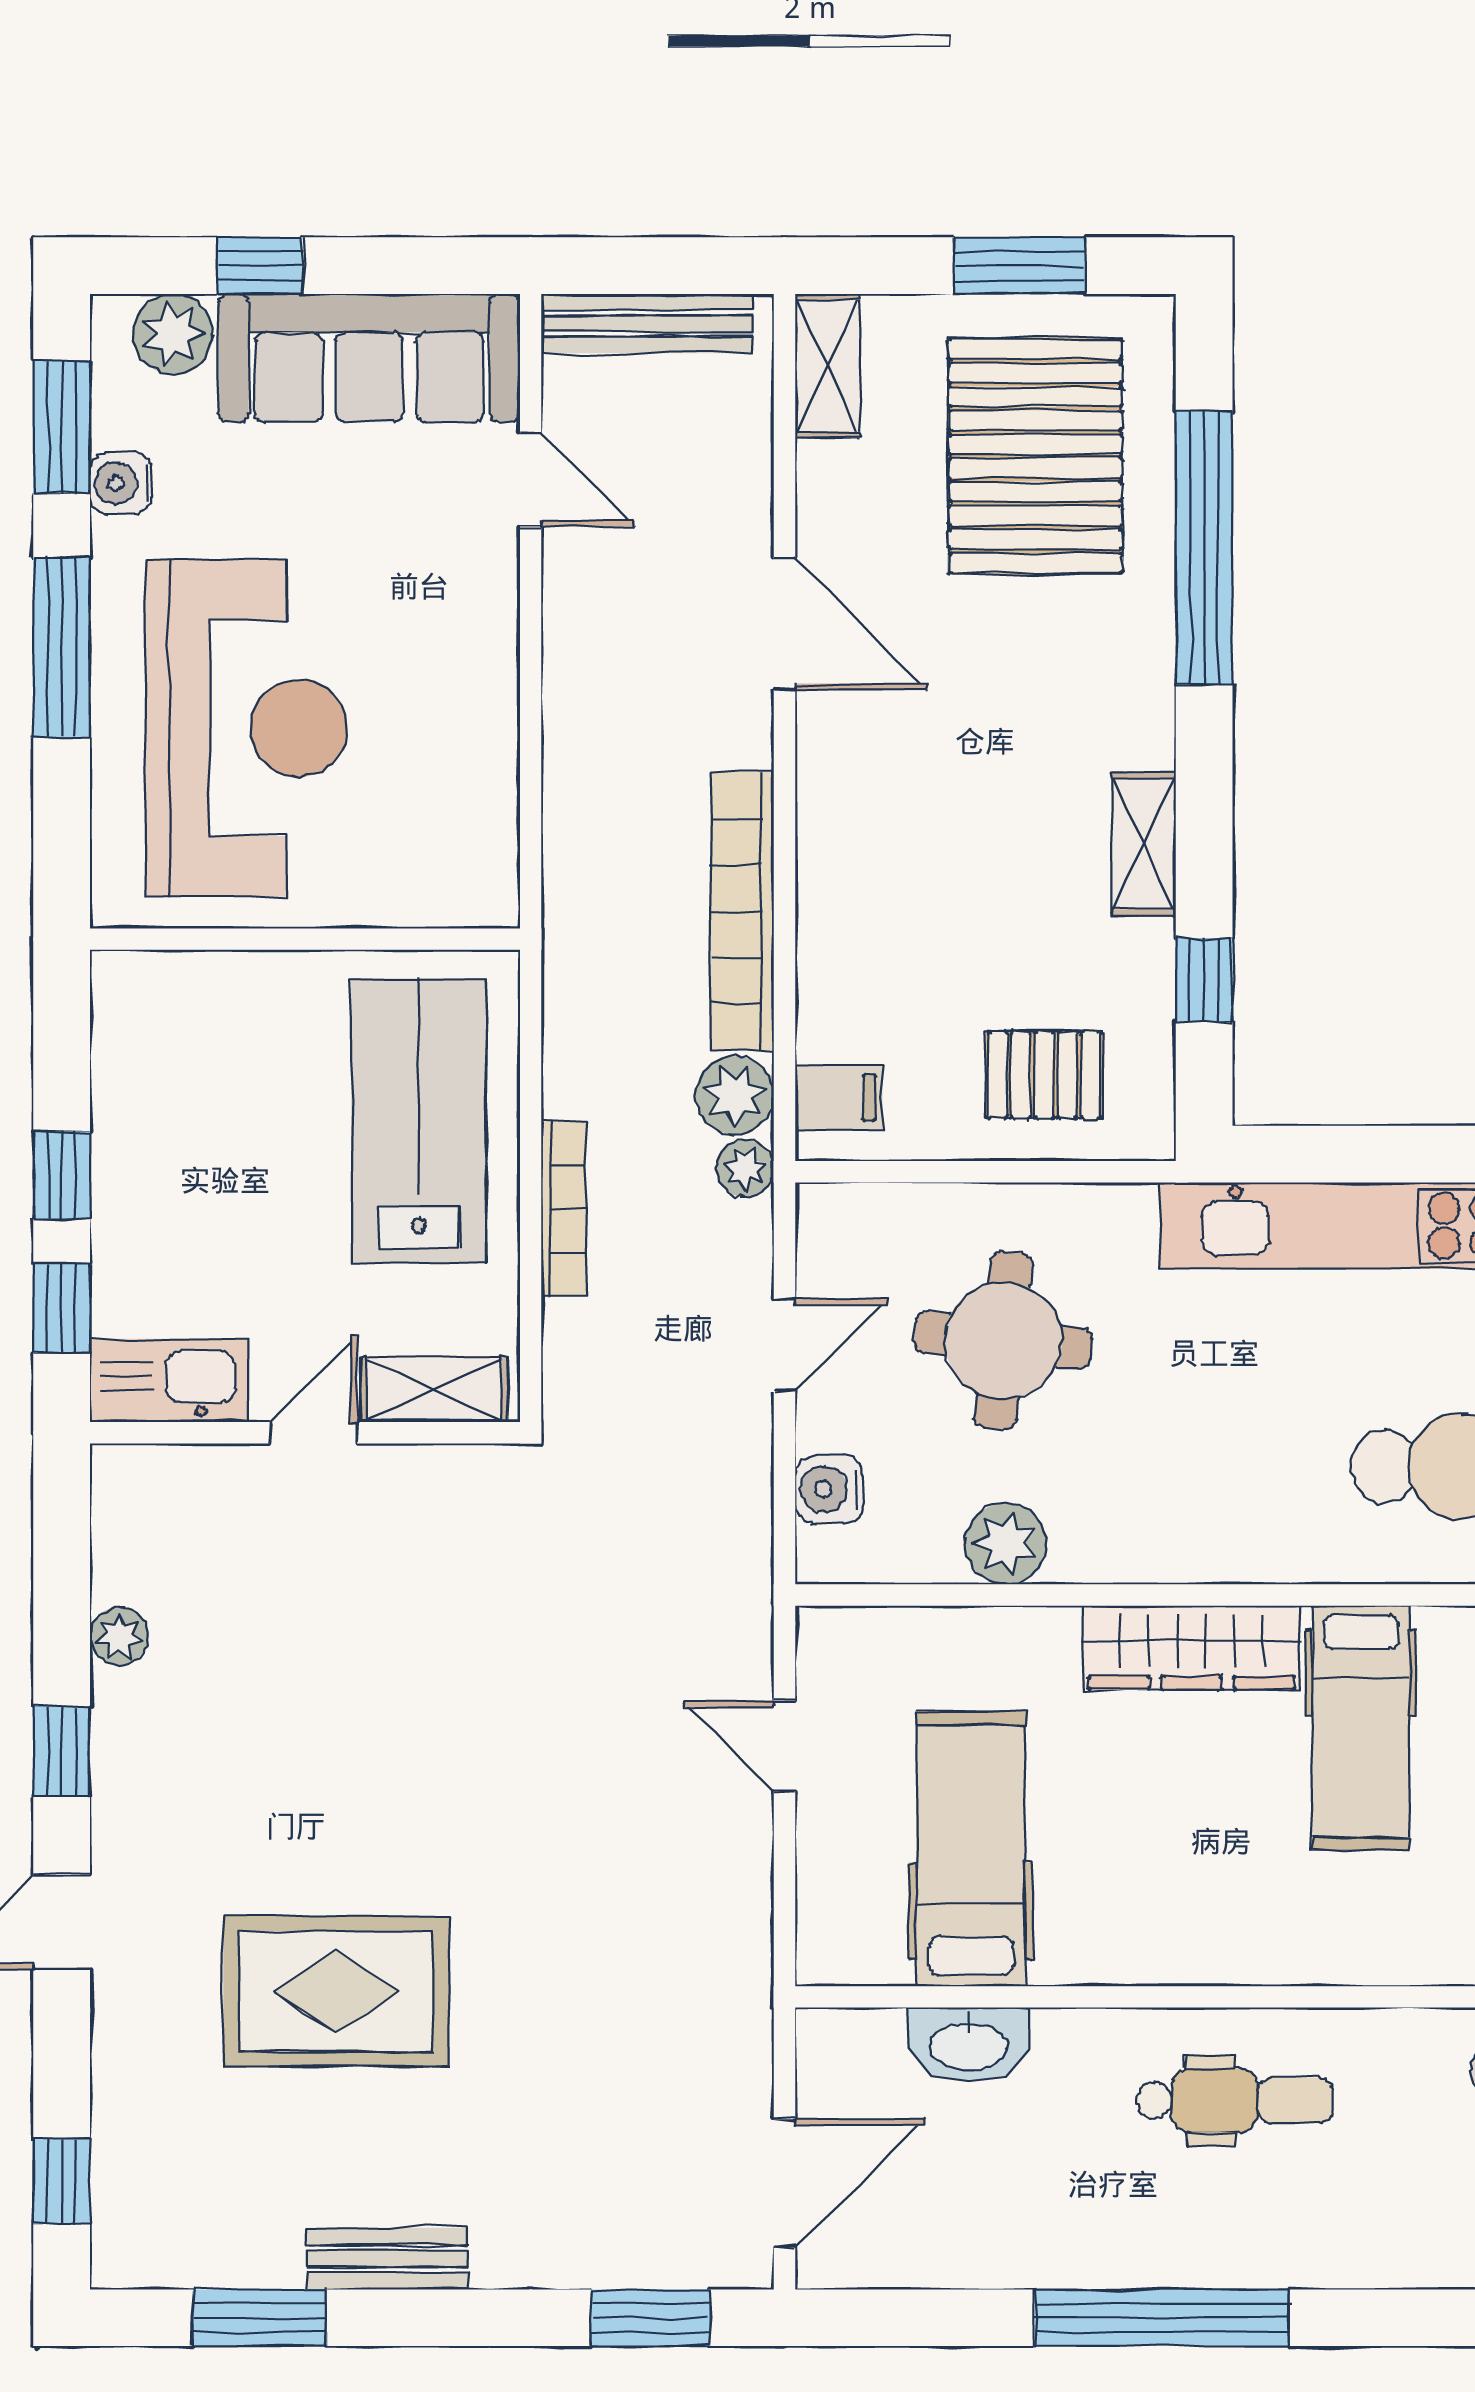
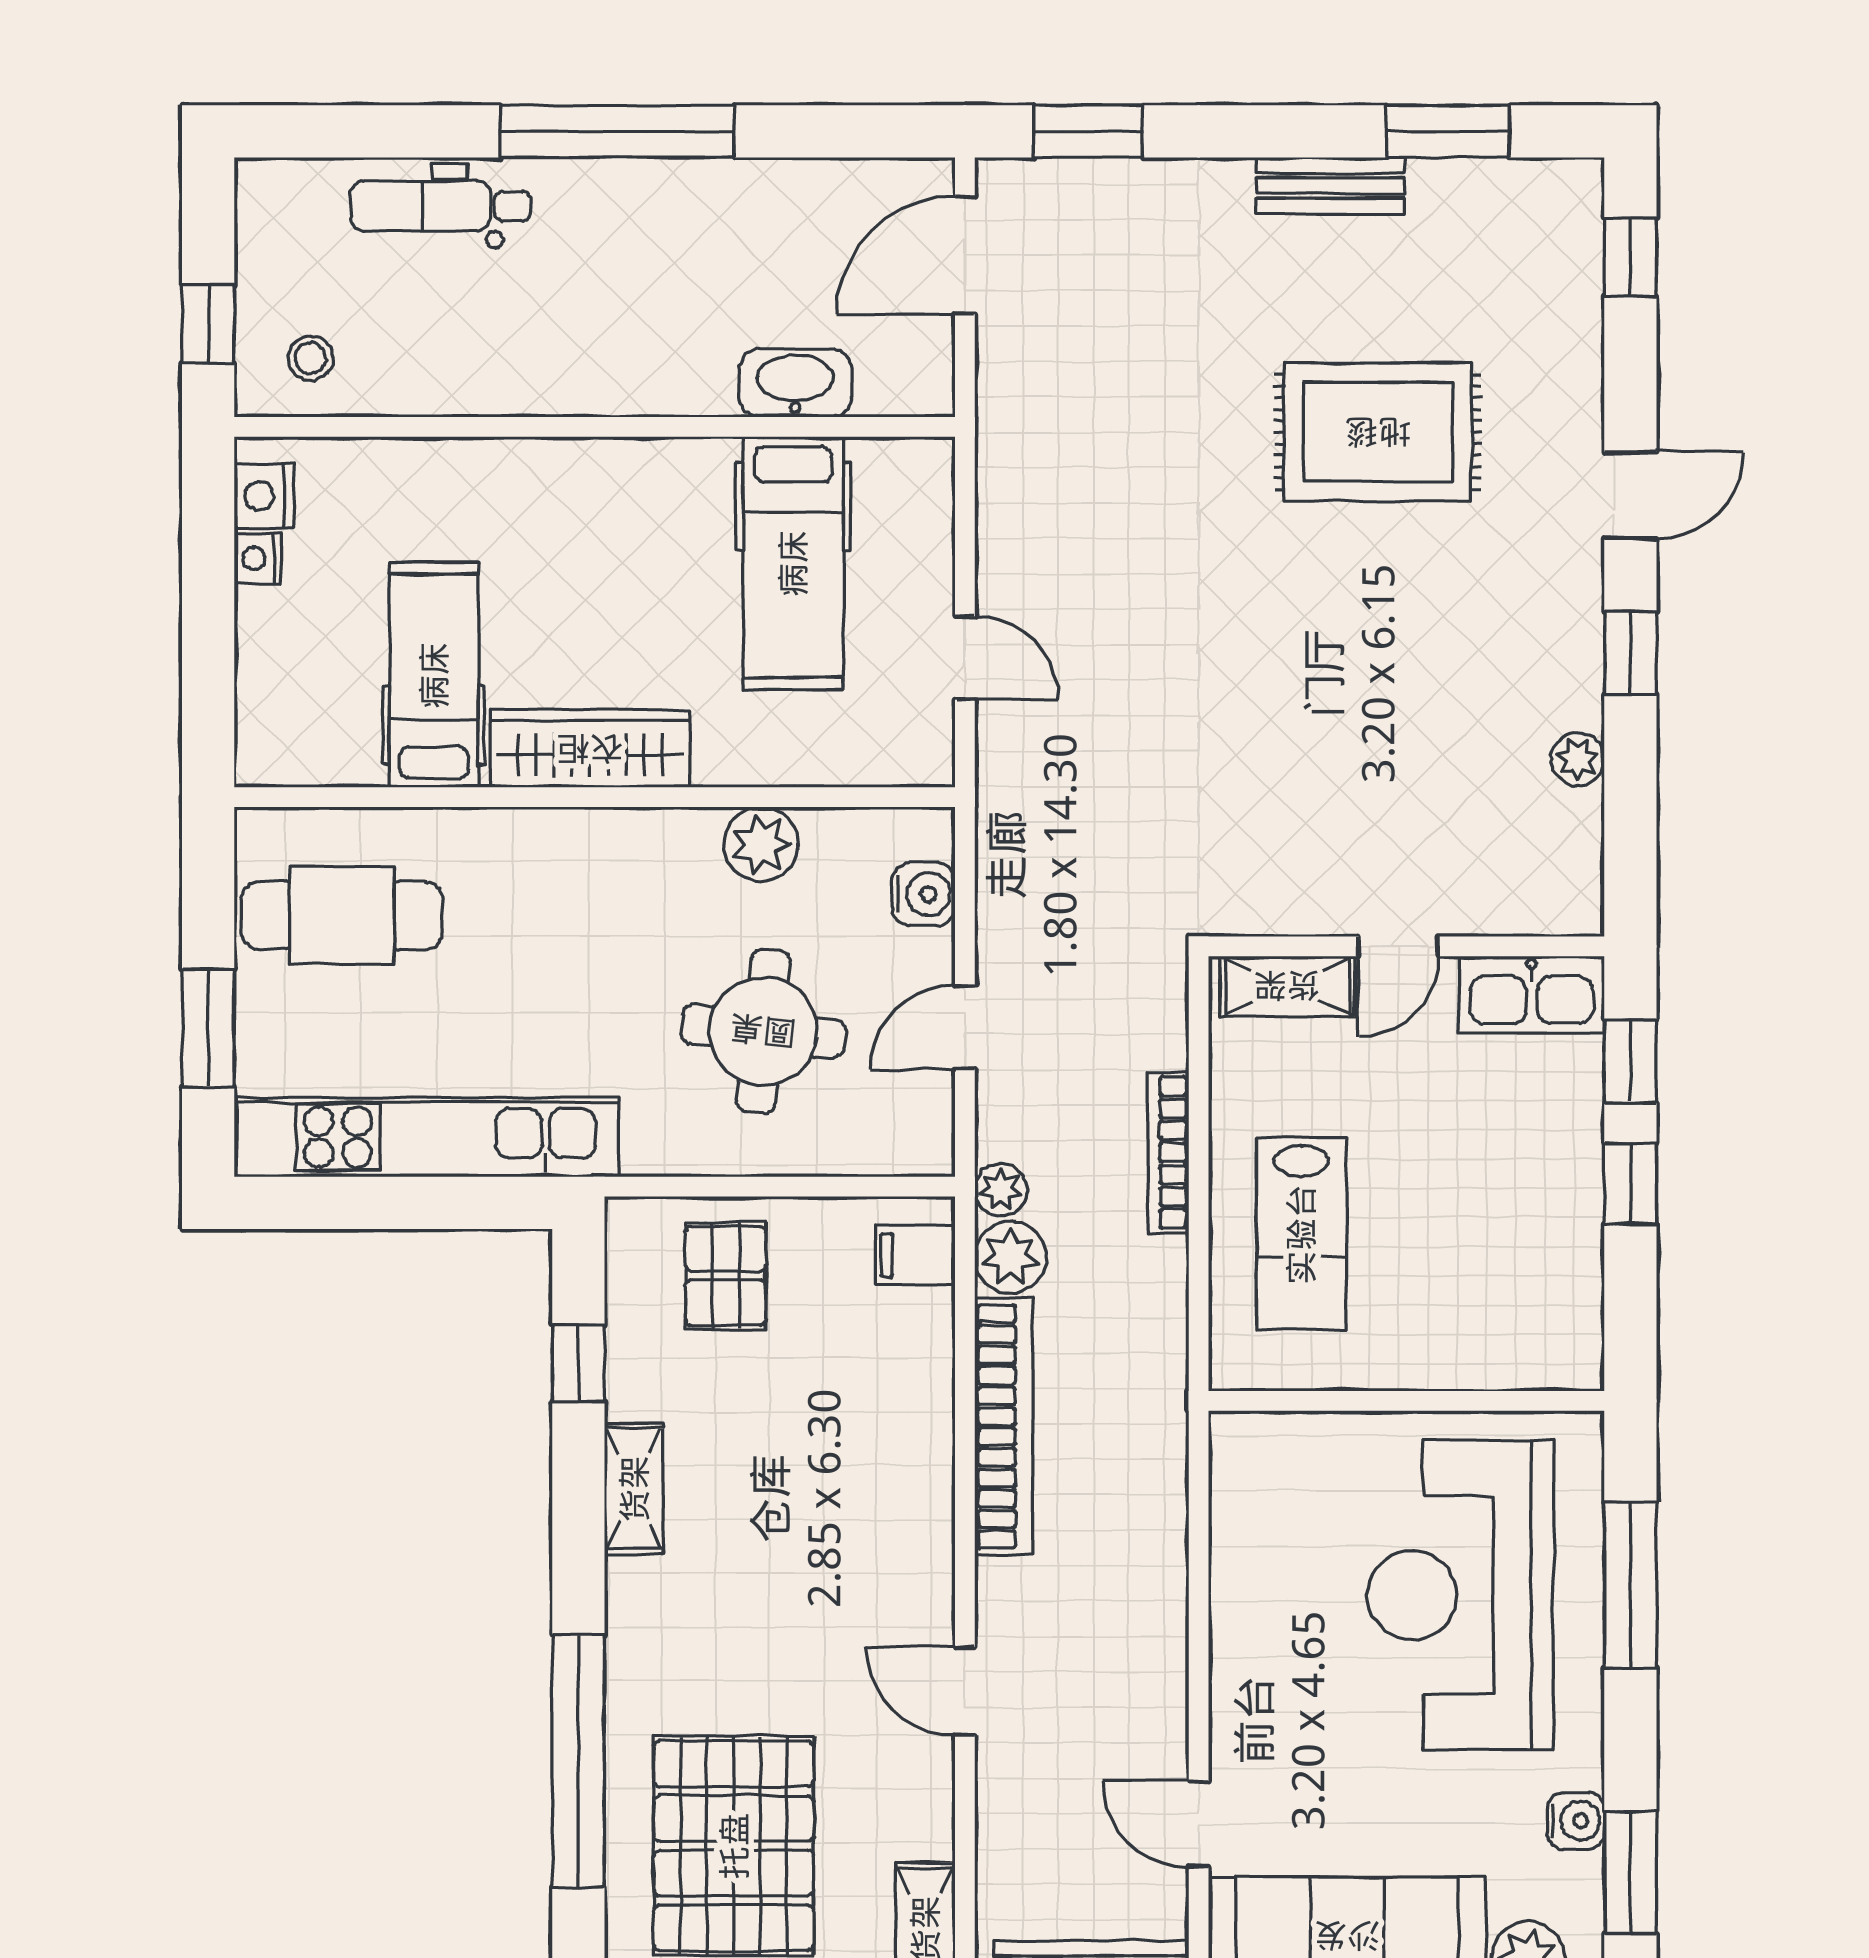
door: (784, 624) -> (965, 1691), width x0.73
window: (62, 647) -> (1630, 1585), moved
pallet: (1044, 1075) -> (726, 1276), turned 90
lab bench: (419, 1121) -> (1301, 1234), width x0.73, depth x0.72
dental chair: (1235, 2100) -> (440, 206), moved

